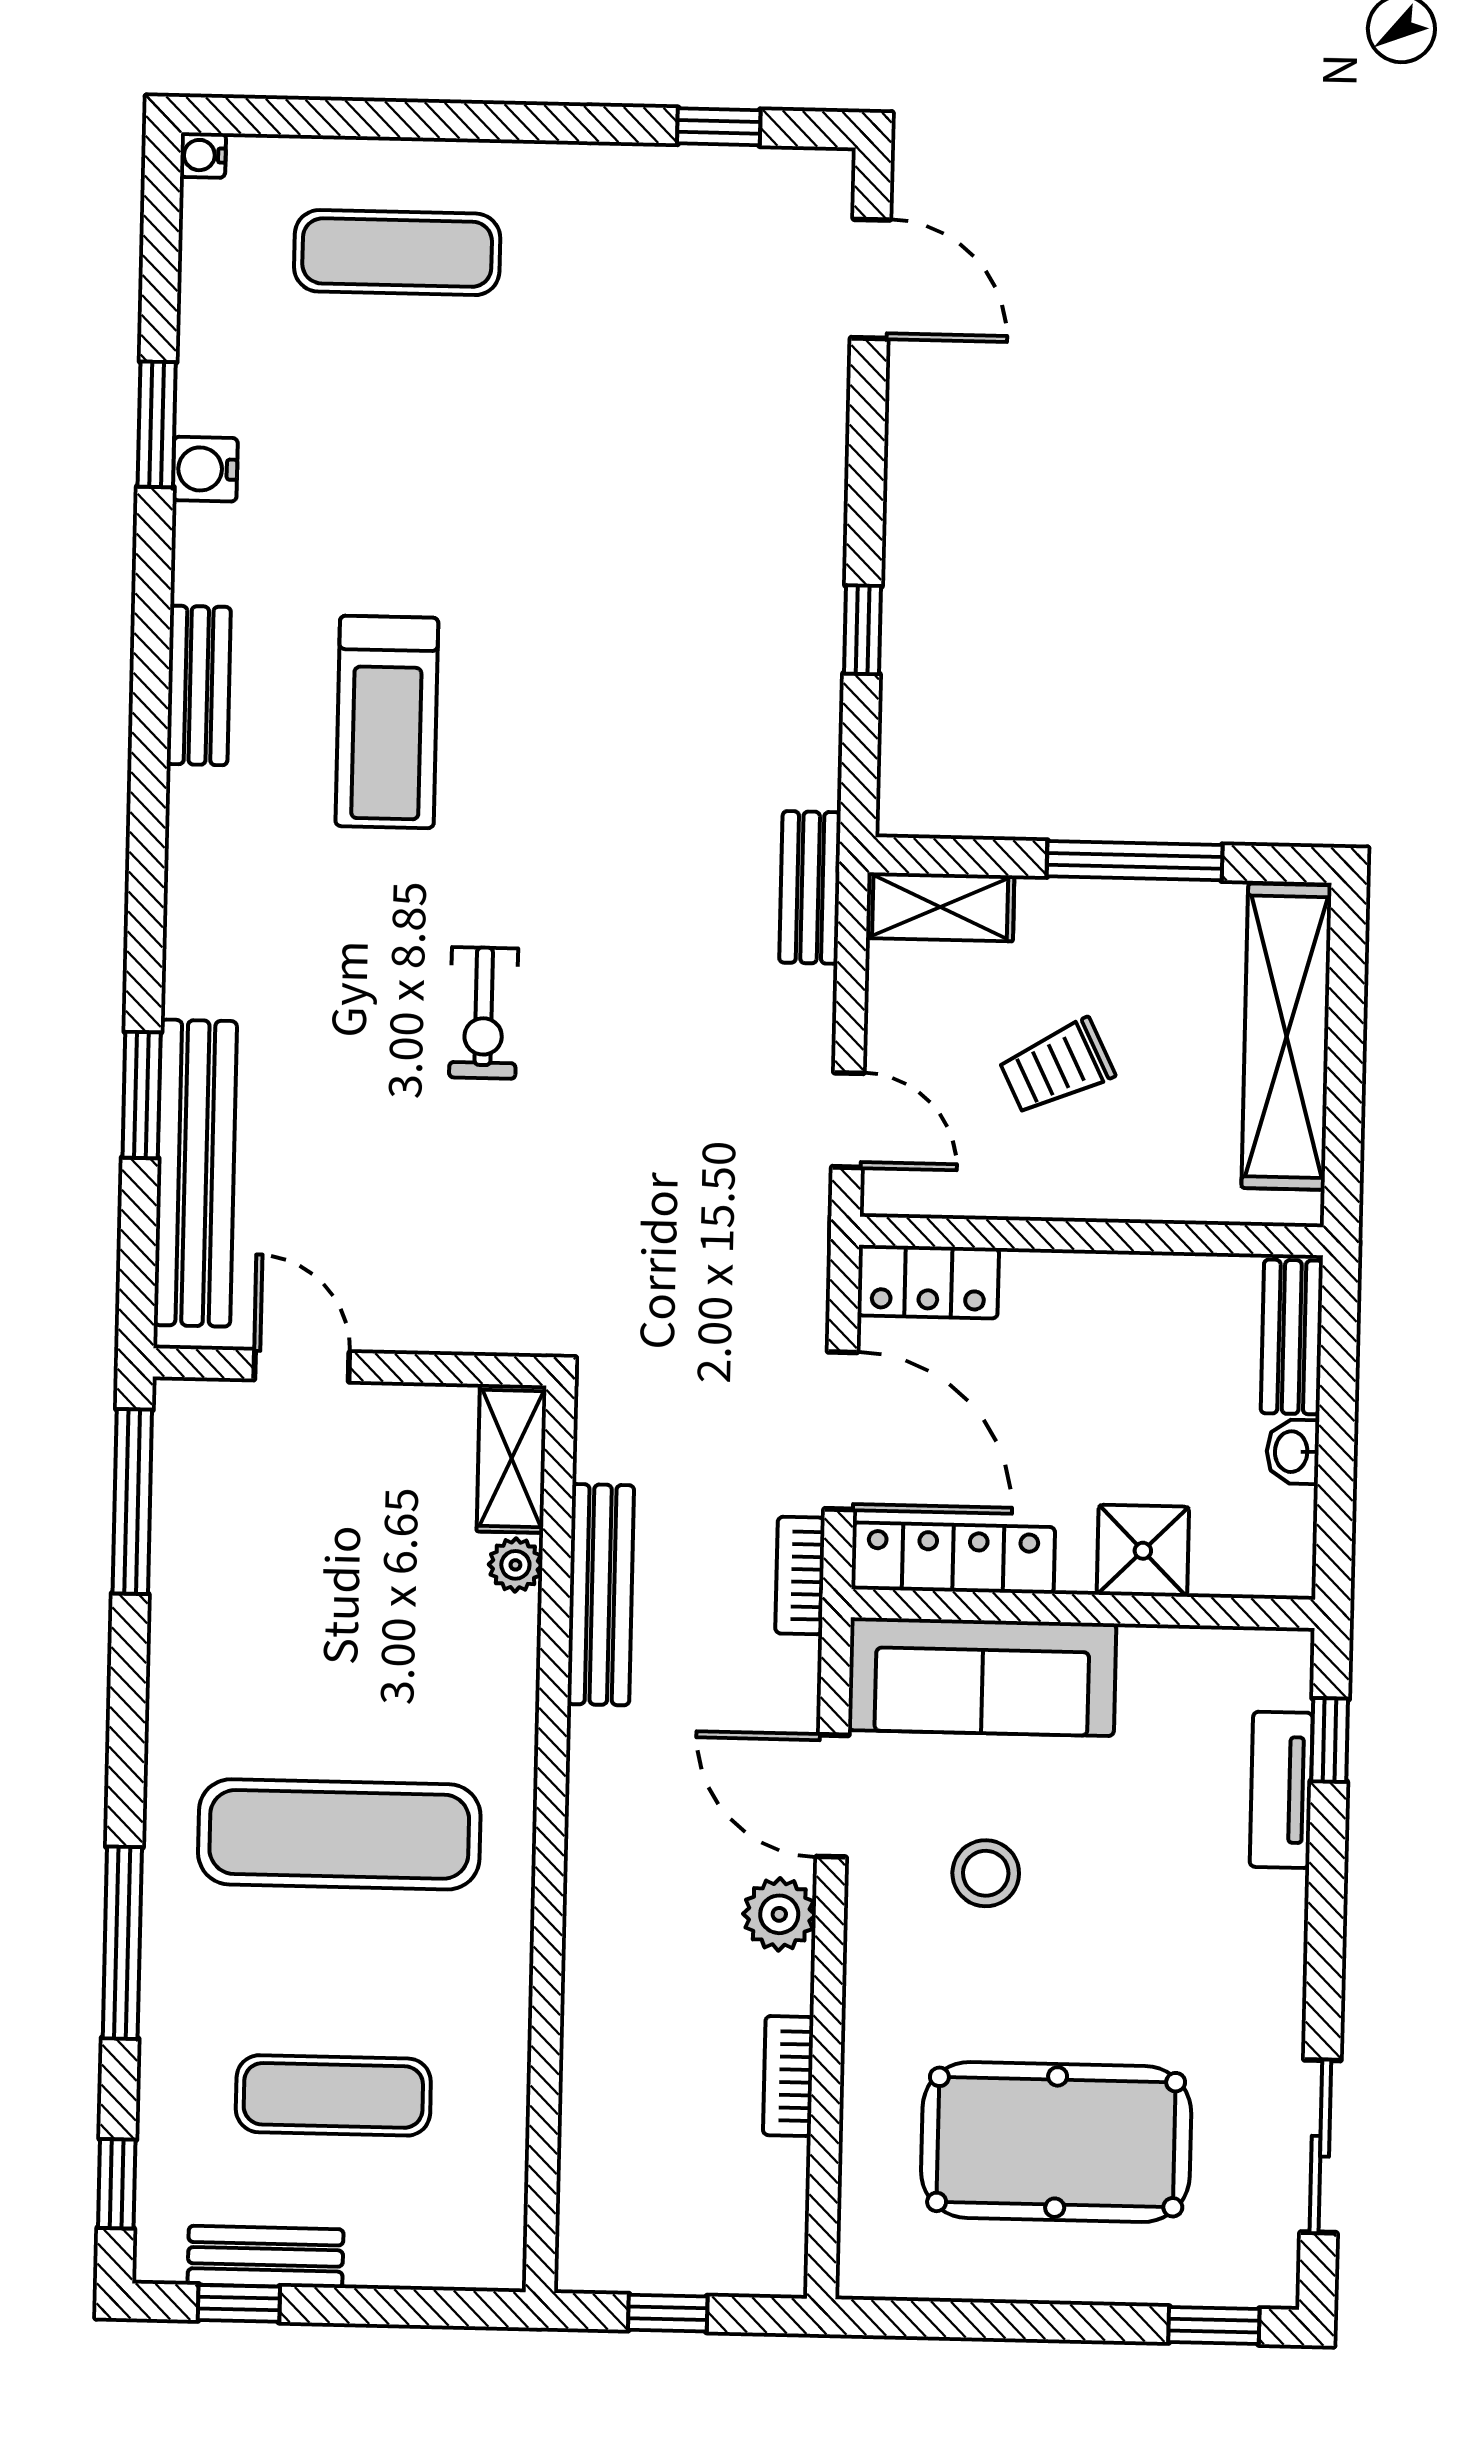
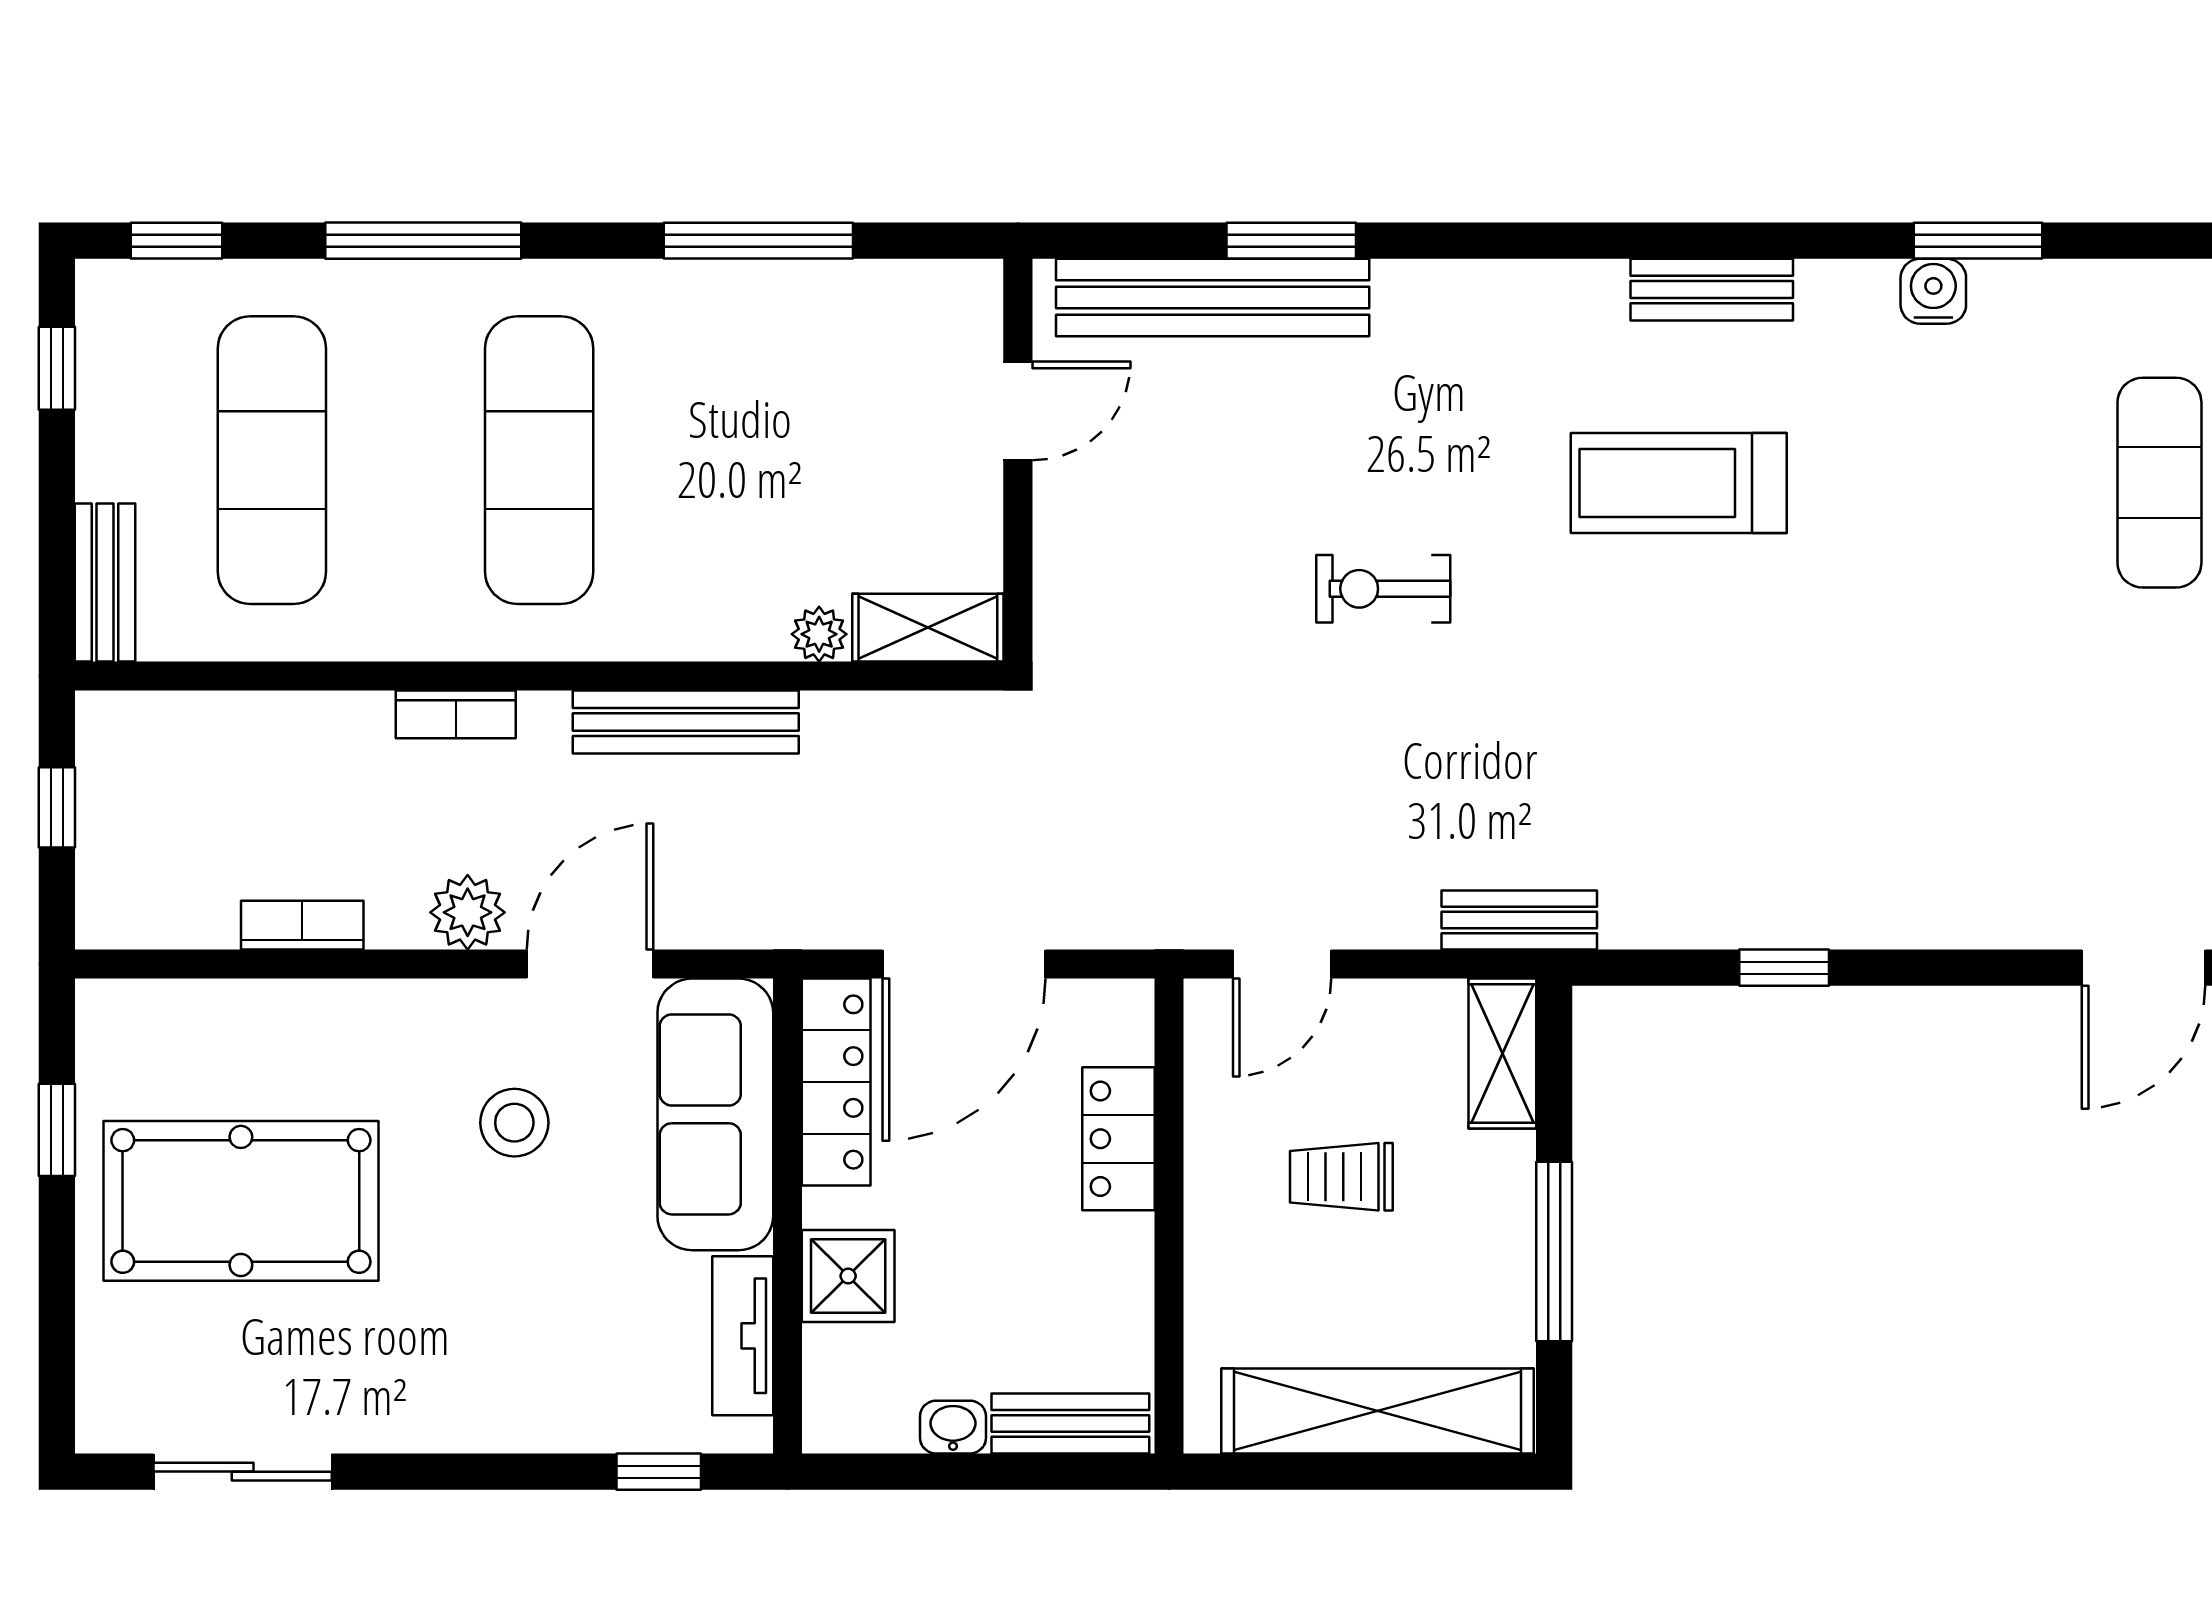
trolley: (1057, 1067) -> (1341, 1177), turned -64
locker: (928, 1282) -> (1118, 1139), moved
window: (132, 1502) -> (758, 241), moved
bookcase: (800, 1576) -> (456, 714), moved, turned 180
bench: (601, 1595) -> (686, 722), moved
tv unit: (1281, 1790) -> (743, 1336), moved, turned -90
exercise mat: (333, 2095) -> (272, 460), width x1.36, depth x1.45
pool table: (1056, 2142) -> (241, 1201), turned 90
bench: (266, 2257) -> (105, 583), moved
window: (1214, 2325) -> (57, 1130), moved

